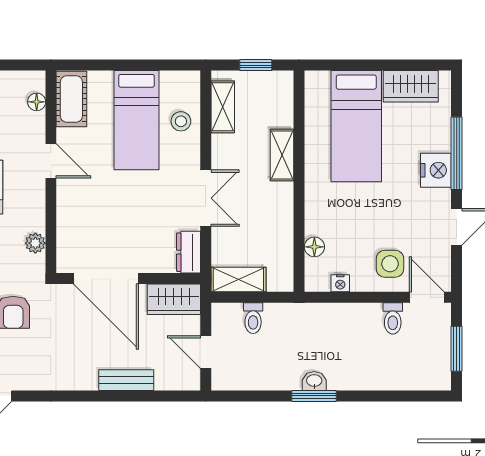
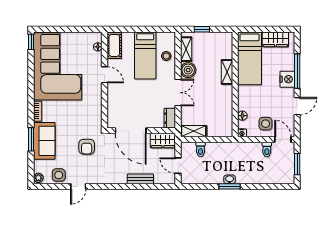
boiler: (227, 151) -> (188, 70), added
shelving: (282, 155) -> (227, 72), moved
wall: (299, 181) -> (235, 84), moved
plant: (35, 243) -> (97, 114), removed
floor lamp: (314, 247) -> (242, 116), moved

